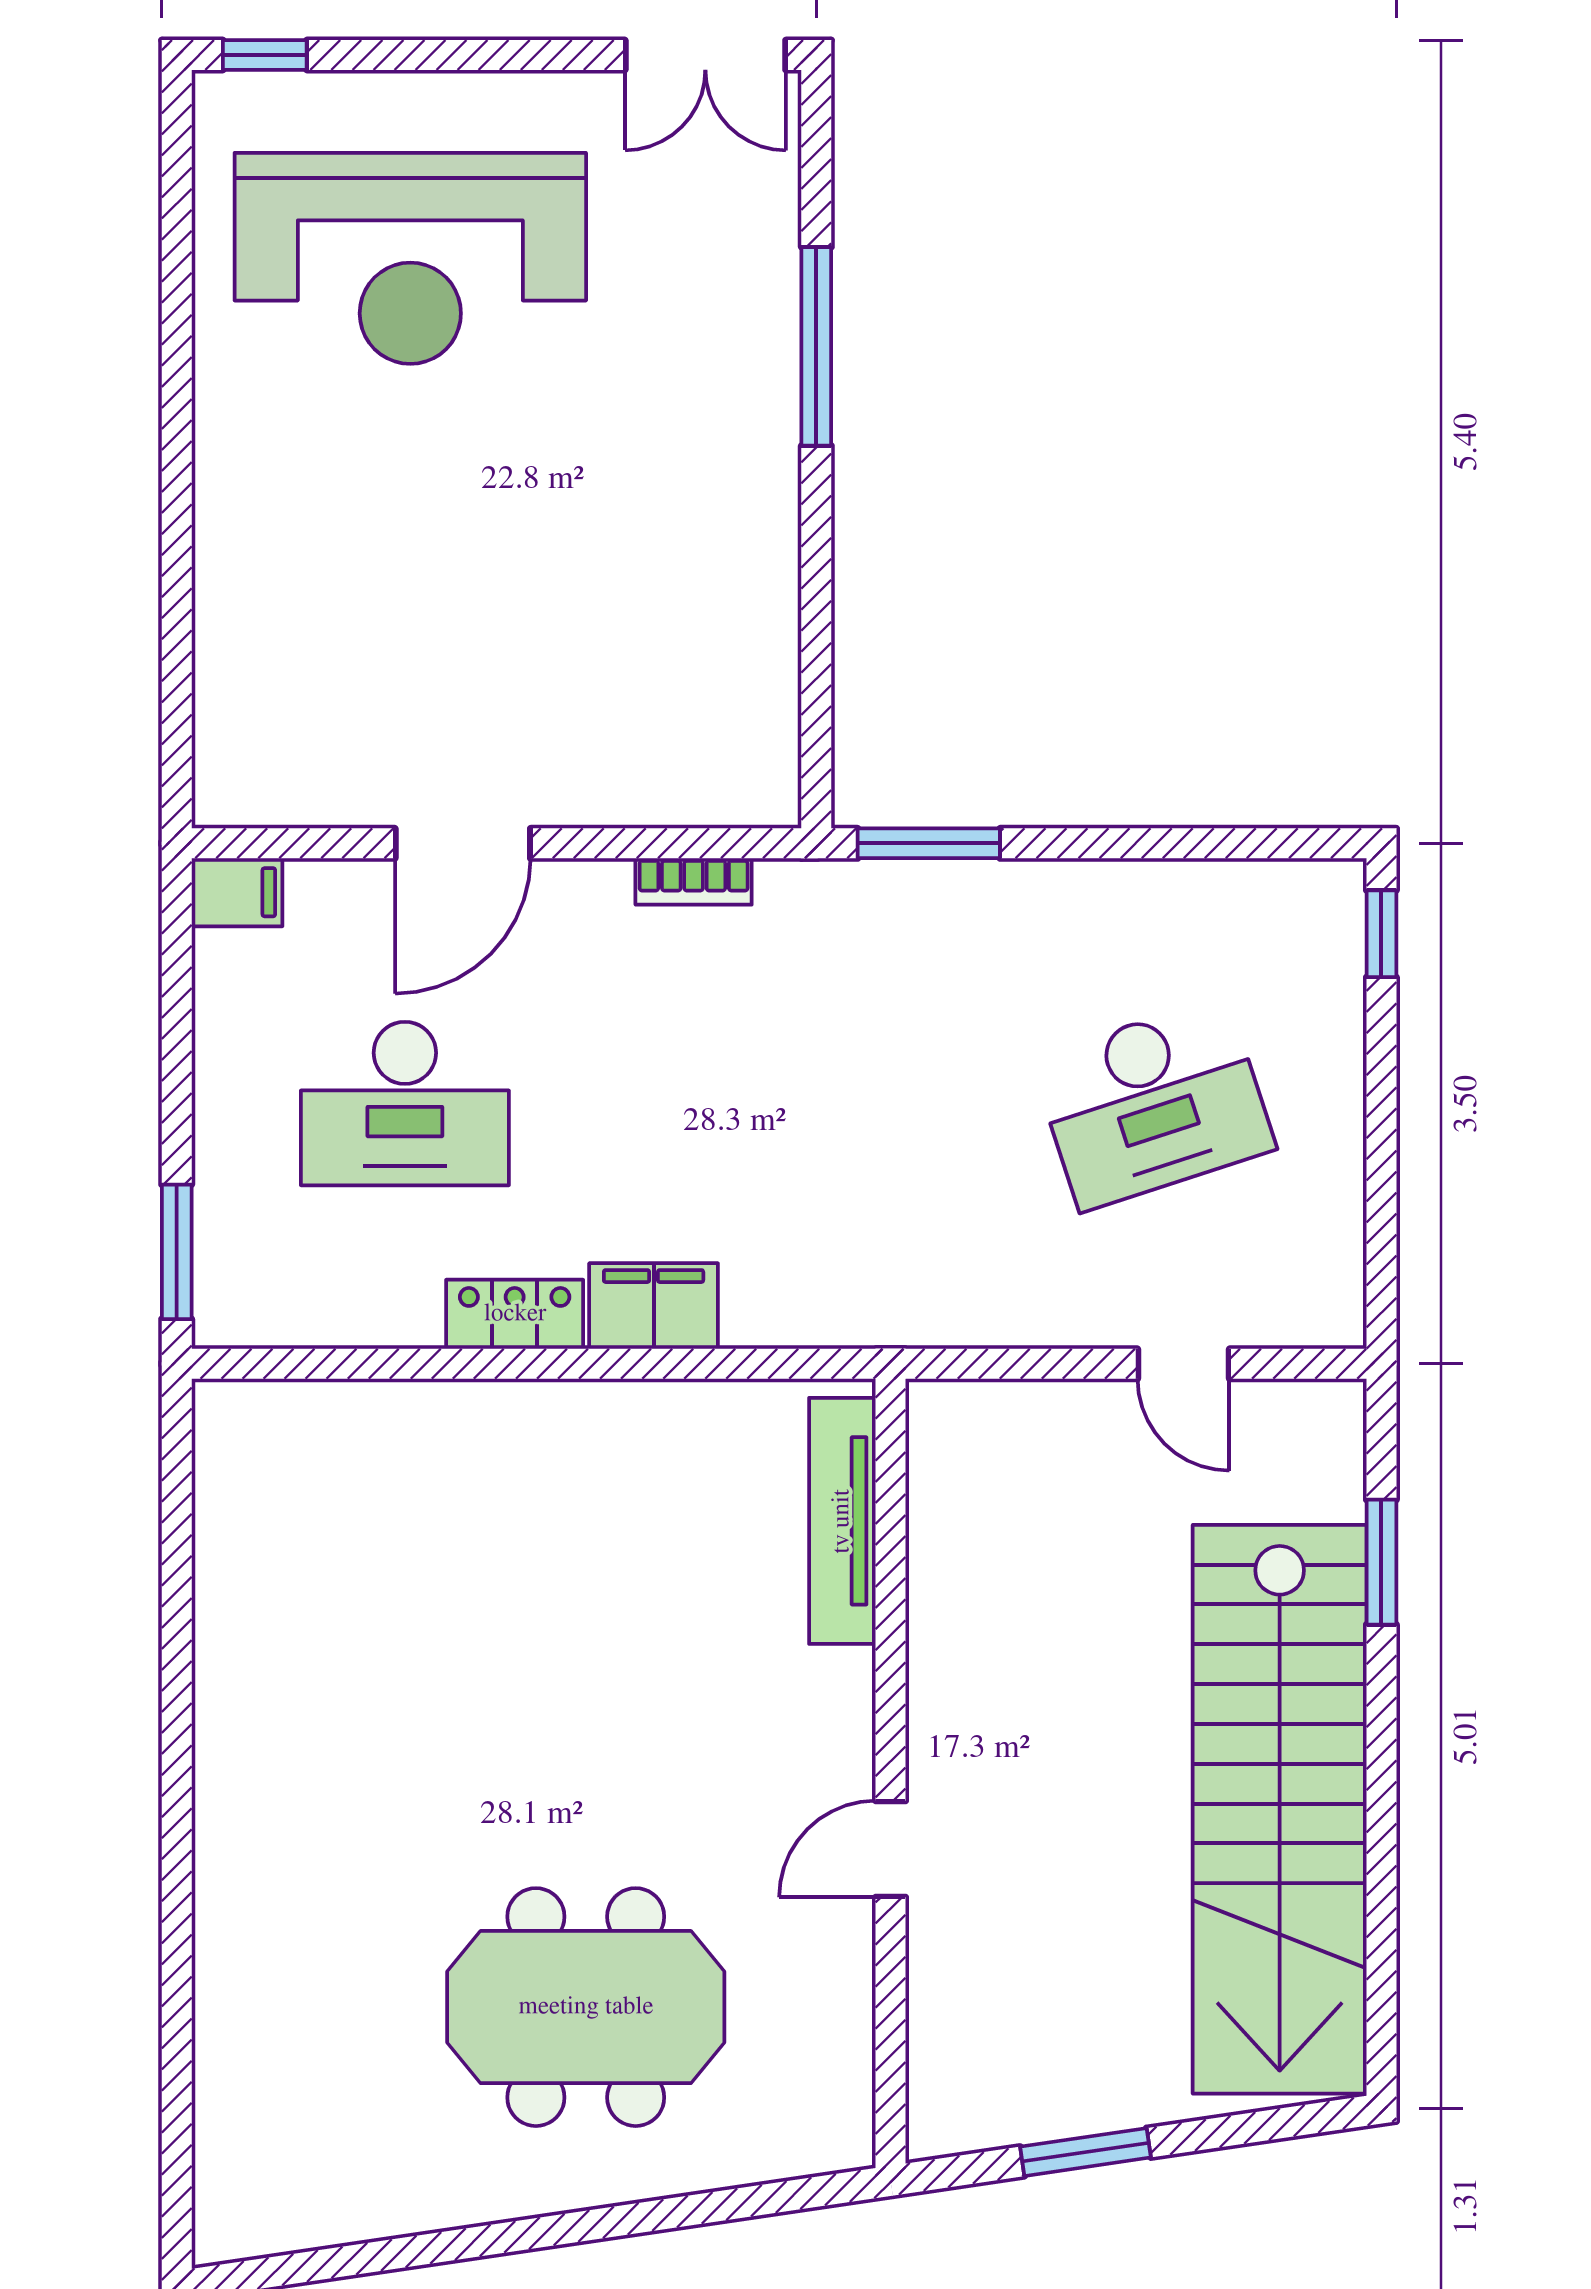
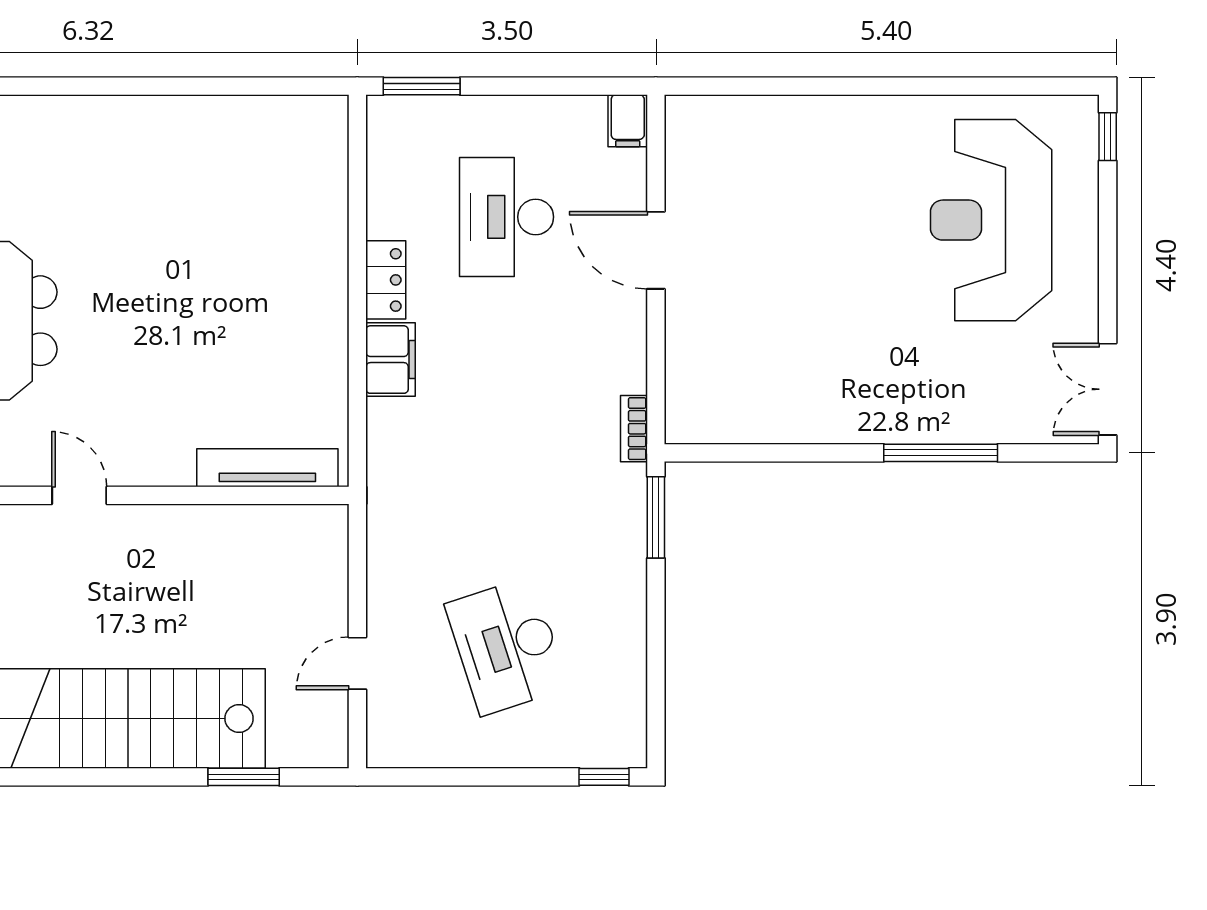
bookcase: (694, 881) -> (634, 429), moved

